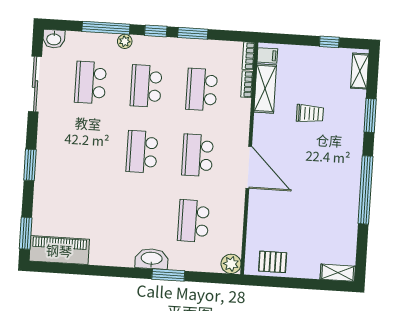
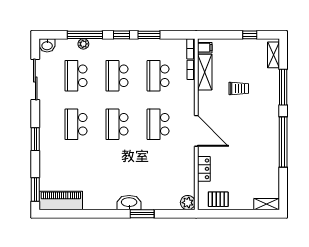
plant: (125, 41) -> (83, 44), moved
window: (370, 116) -> (283, 87), width x1.44
locker: (256, 220) -> (204, 169), added
school desk: (193, 221) -> (76, 124), moved

